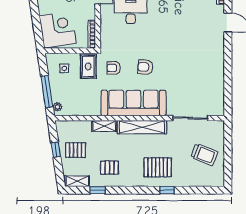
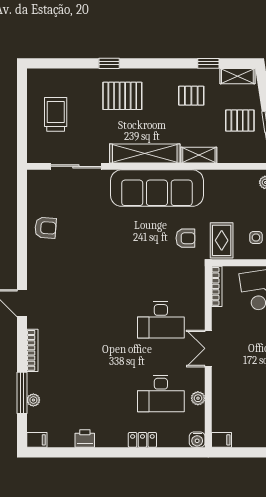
armchair: (145, 67) -> (45, 228), moved
trolley: (204, 154) -> (56, 114), turned 68

